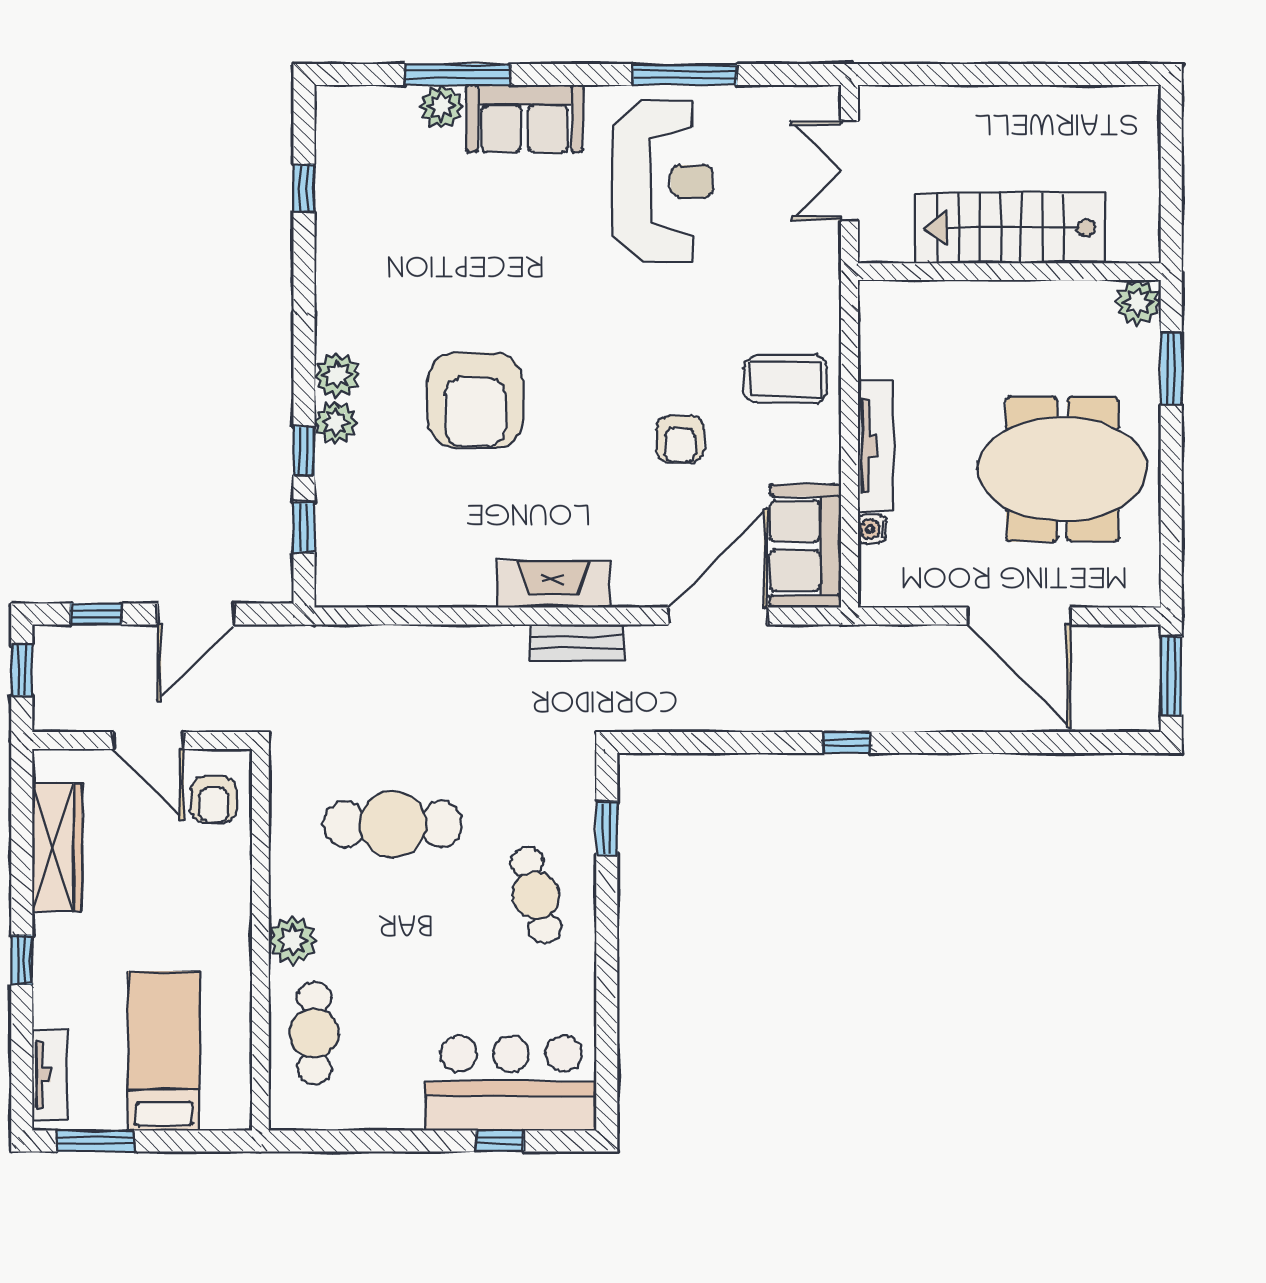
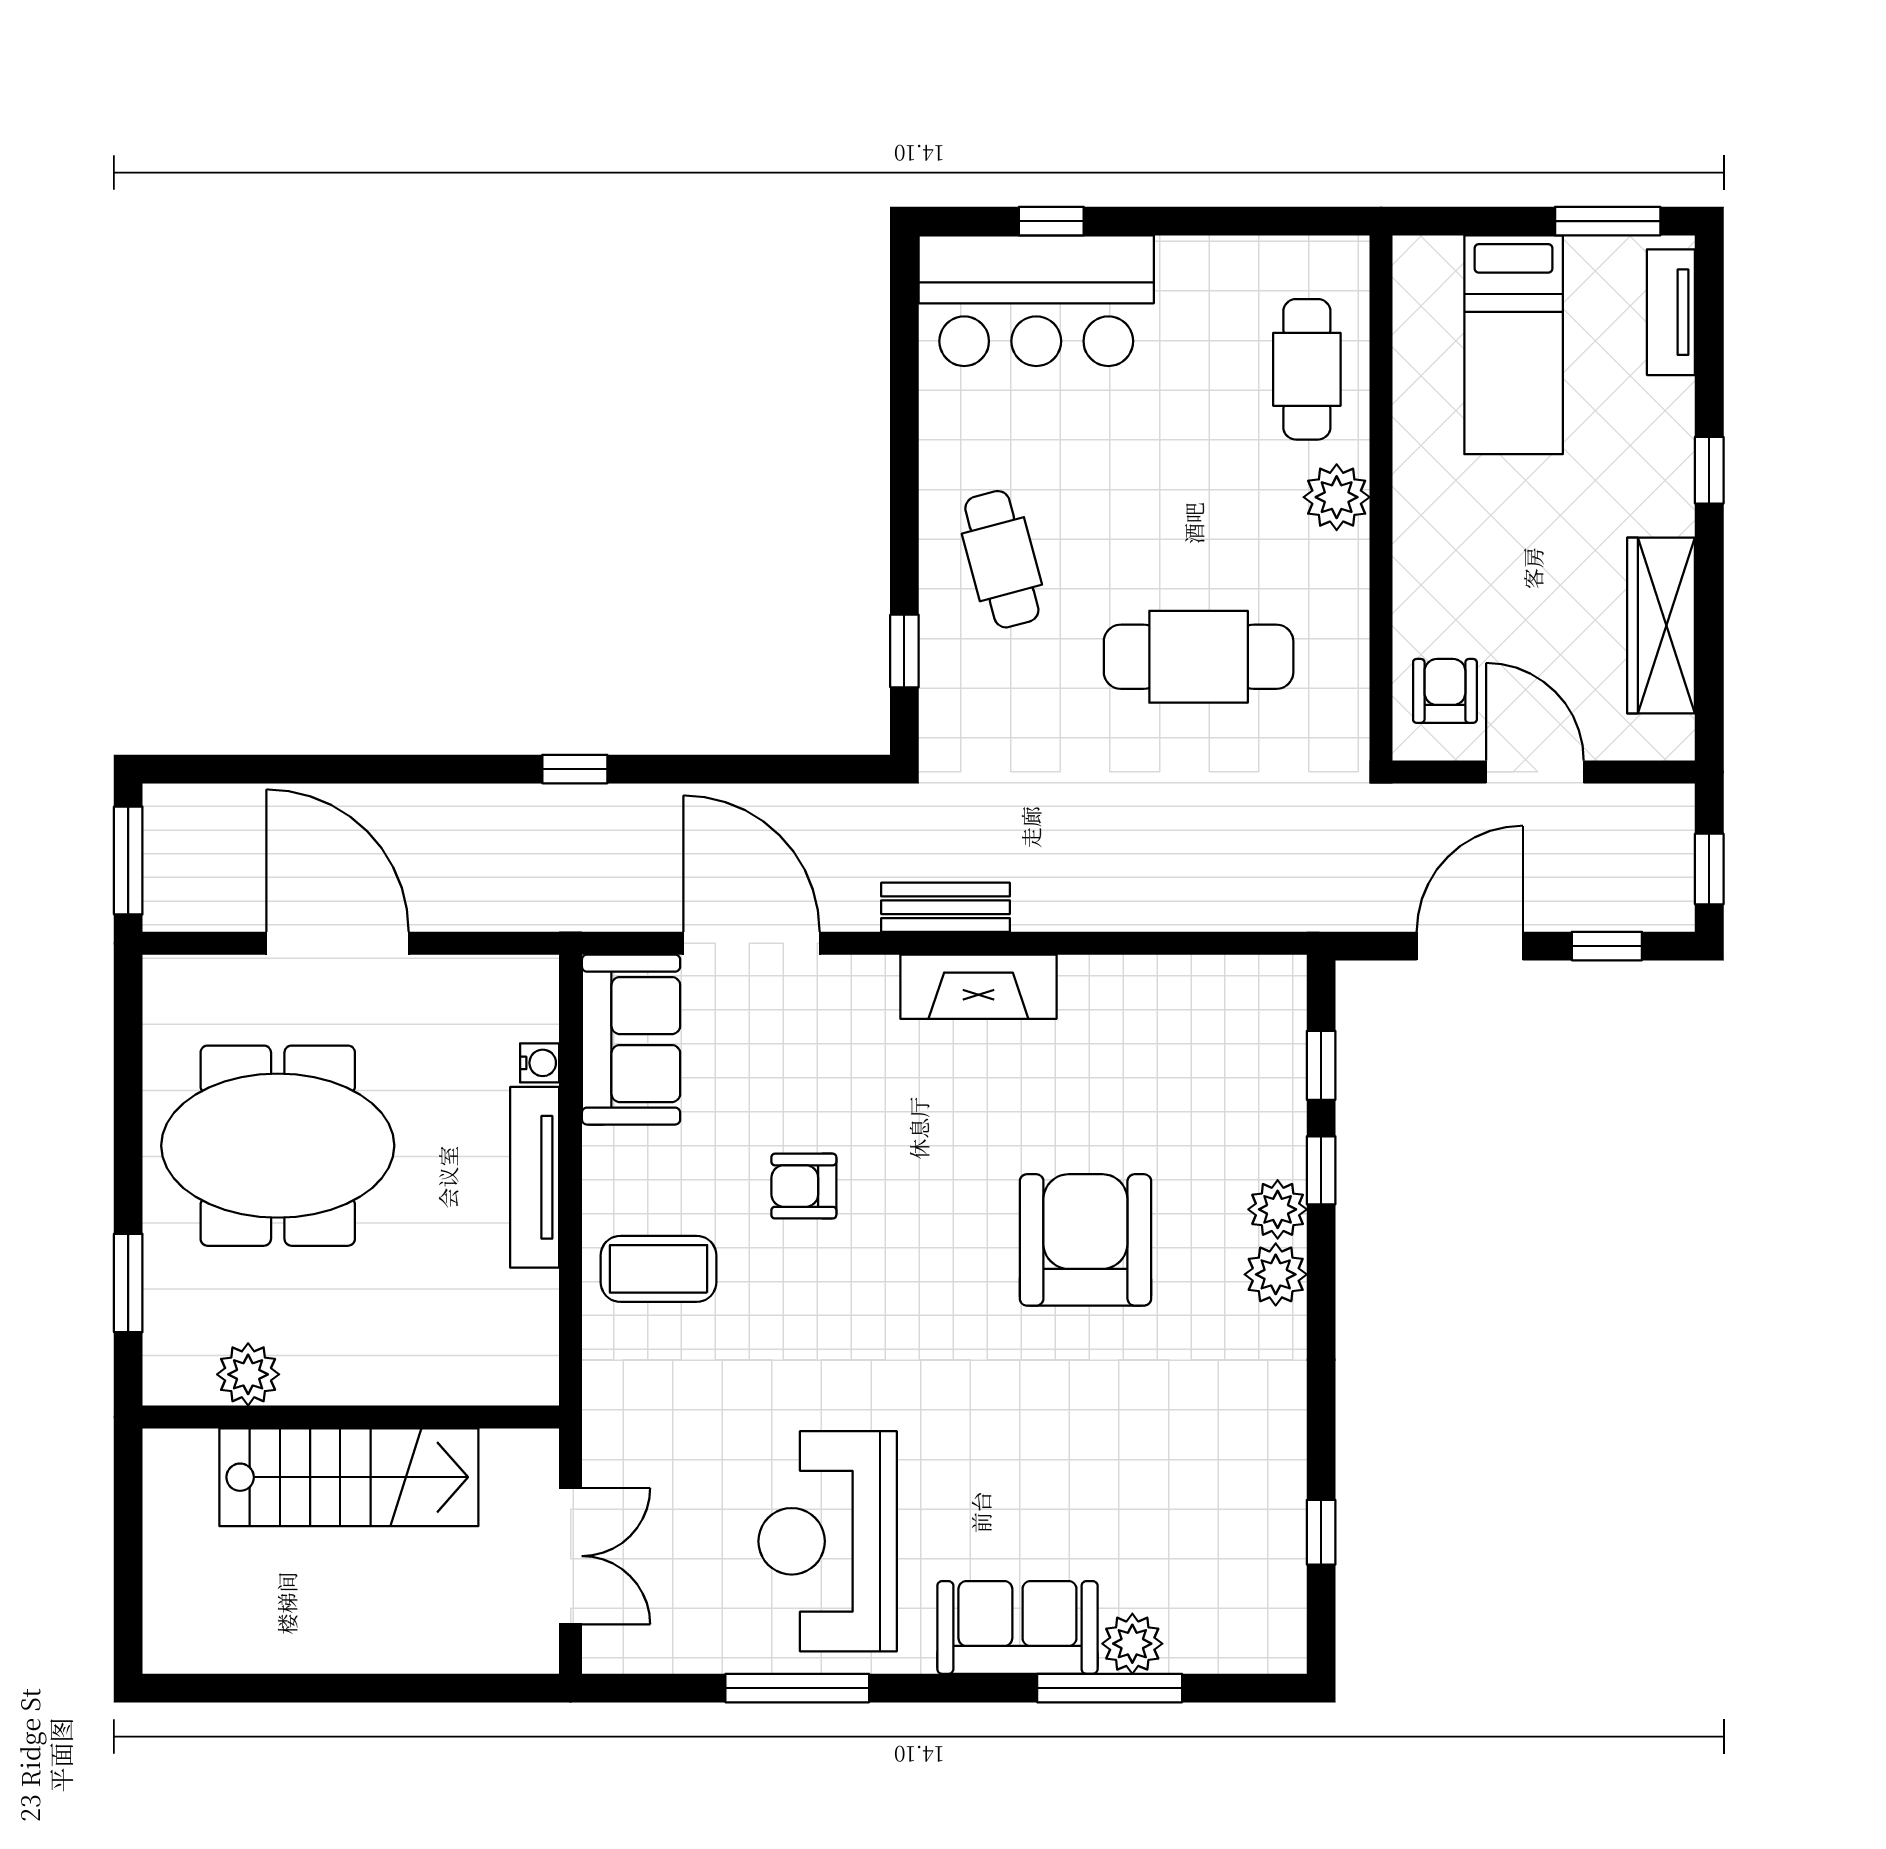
plant: (1138, 303) -> (248, 1374), moved
armchair: (680, 439) -> (804, 1186), turned -90
door: (718, 616) -> (751, 943), swing flipped

